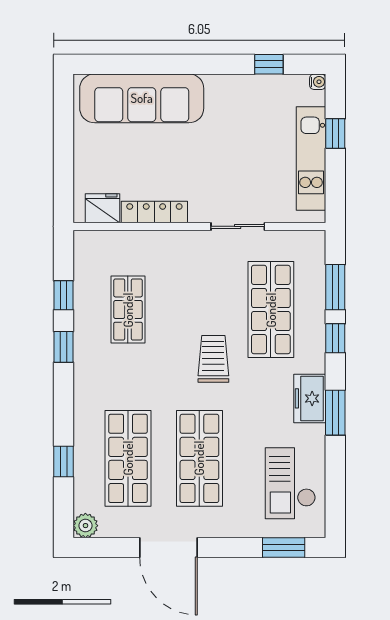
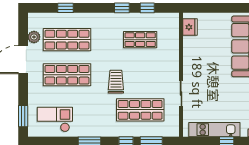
locker: (154, 212) -> (188, 53), removed
trolley: (213, 359) -> (116, 82), turned -90
freezer: (310, 398) -> (96, 129), removed
plant: (85, 526) -> (34, 37), moved

